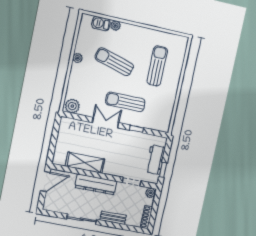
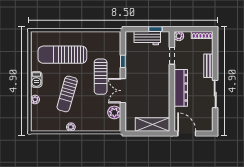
barbecue: (101, 24) -> (36, 79), moved
sun lounger: (157, 66) -> (62, 55), width x1.36, depth x1.34
plant: (72, 106) -> (114, 112), moved
shelving: (85, 163) -> (153, 124), moved, turned 90

